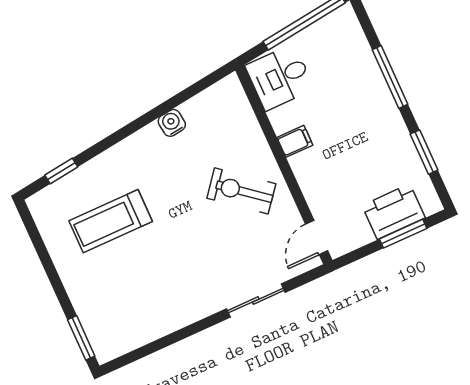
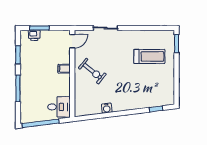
filing cabinet: (295, 141) -> (64, 69), moved
printer: (394, 212) -> (34, 35), width x0.53, depth x0.68
treadmill: (111, 221) -> (149, 56), moved

